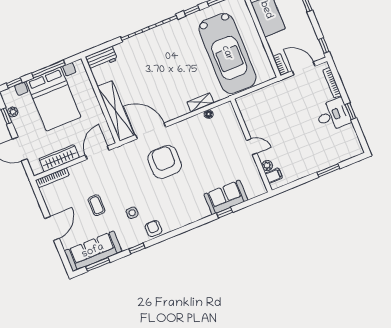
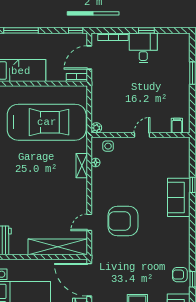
door: (151, 131) -> (89, 222), width x0.53
door: (97, 153) -> (89, 280), width x1.36
plant: (267, 166) -> (96, 128), moved
sofa: (226, 197) -> (179, 197), moved
side table: (132, 213) -> (108, 146), moved
armchair: (154, 229) -> (180, 275), moved

